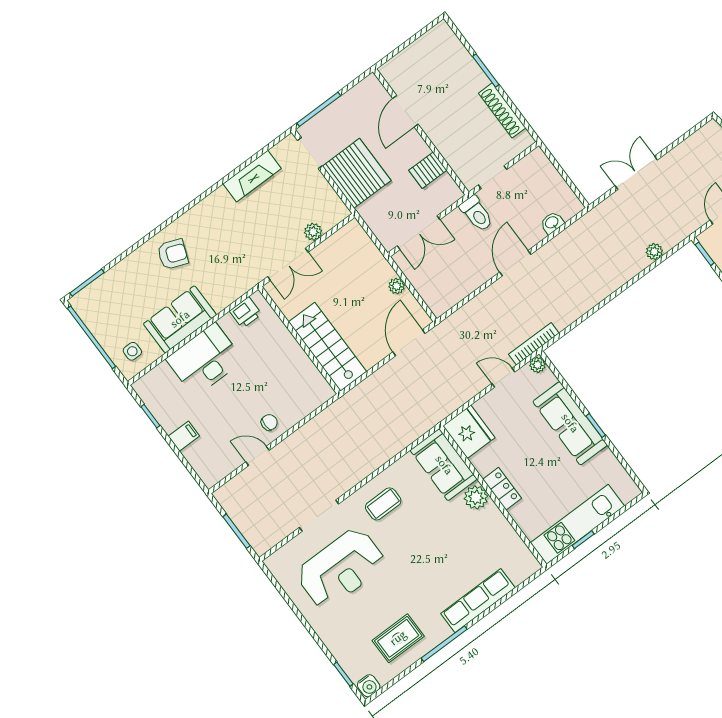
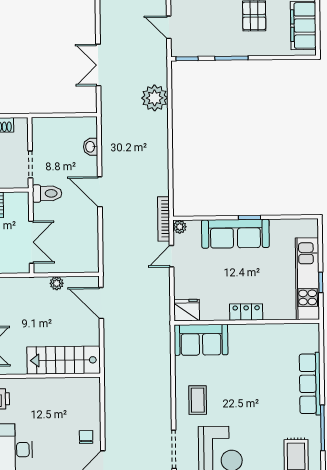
plant: (654, 252) -> (155, 98), width x1.87, depth x1.87
fridge: (469, 432) -> (187, 310), width x0.73, depth x0.75
plant: (476, 497) -> (239, 334), removed

